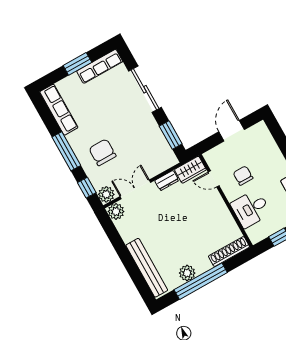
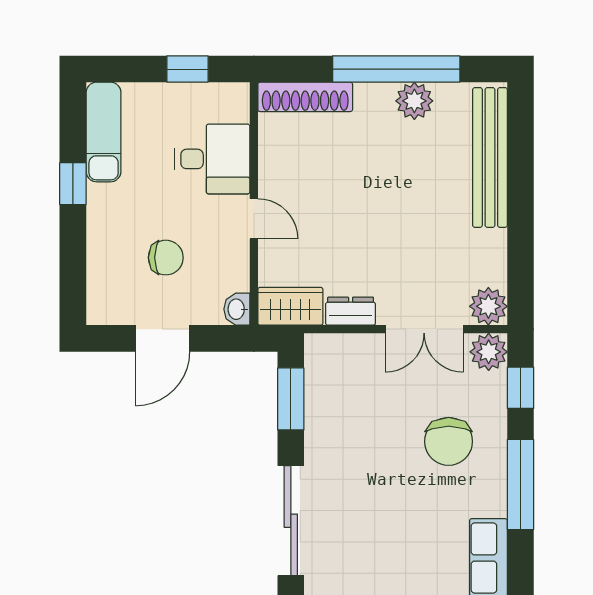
washbasin: (210, 157) -> (237, 309), added
chair: (243, 176) -> (166, 258), moved, turned -90
door: (214, 179) -> (254, 219), moved

